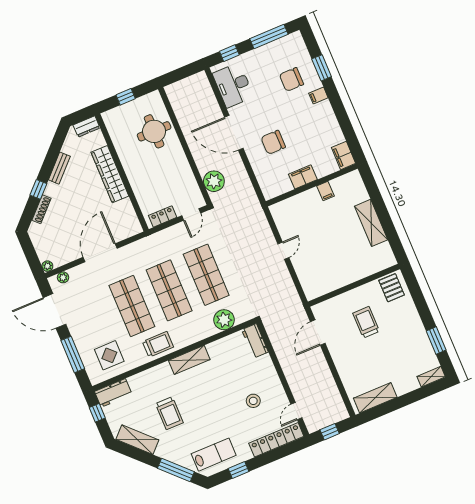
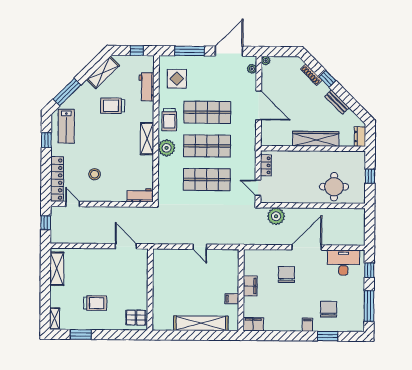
shelving: (371, 223) -> (201, 323), width x1.47
plant: (224, 320) -> (167, 148), moved
trolley: (366, 322) -> (95, 303), moved
workbench: (113, 393) -> (147, 87), moved

